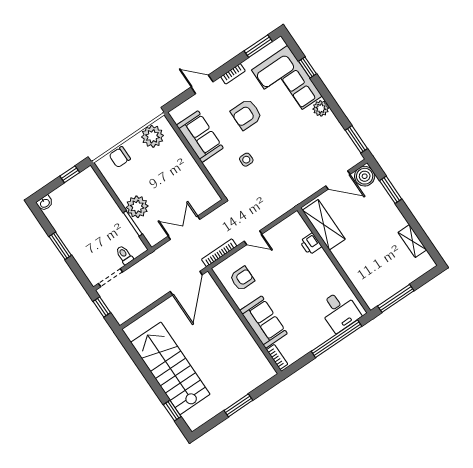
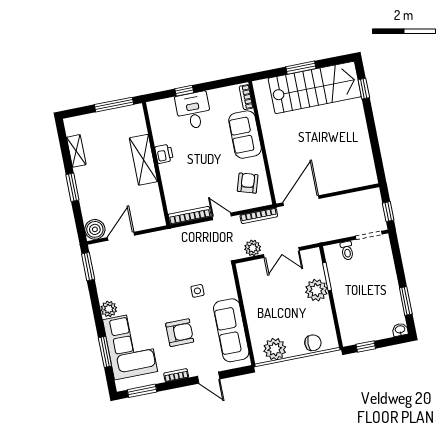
window: (308, 67) -> (105, 352), width x1.50
sofa: (200, 137) -> (231, 330), width x1.36
door: (338, 180) -> (121, 236), hinge flipped
window: (391, 190) -> (72, 187), moved
plant: (212, 221) -> (253, 248), added
shelving: (324, 225) -> (143, 160), moved
bookcase: (283, 226) -> (190, 215), added
printer: (311, 244) -> (164, 154), moved
window: (60, 246) -> (406, 301), moved
armchair: (242, 278) -> (248, 183), turned 107
desk: (340, 311) -> (193, 111), moved
window: (337, 339) -> (184, 91), width x0.32
stairs: (170, 368) -> (315, 87), moved, turned -90

